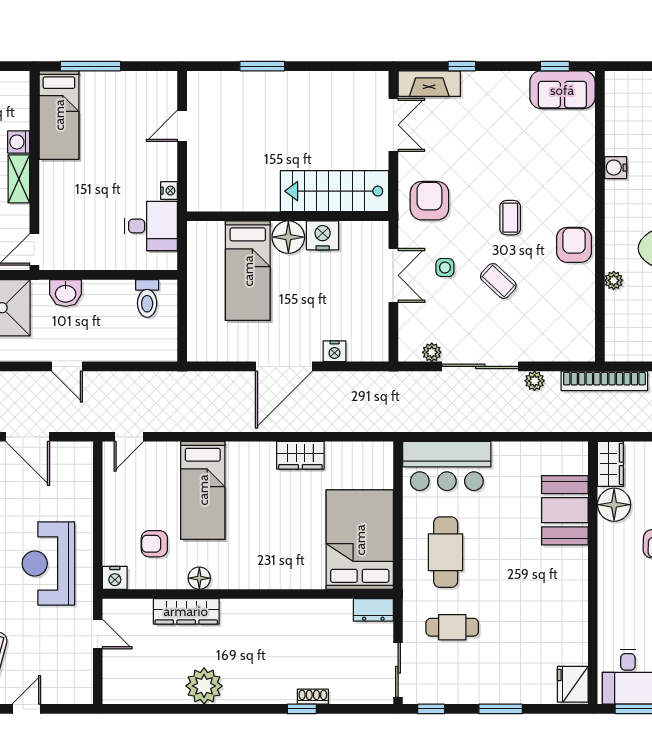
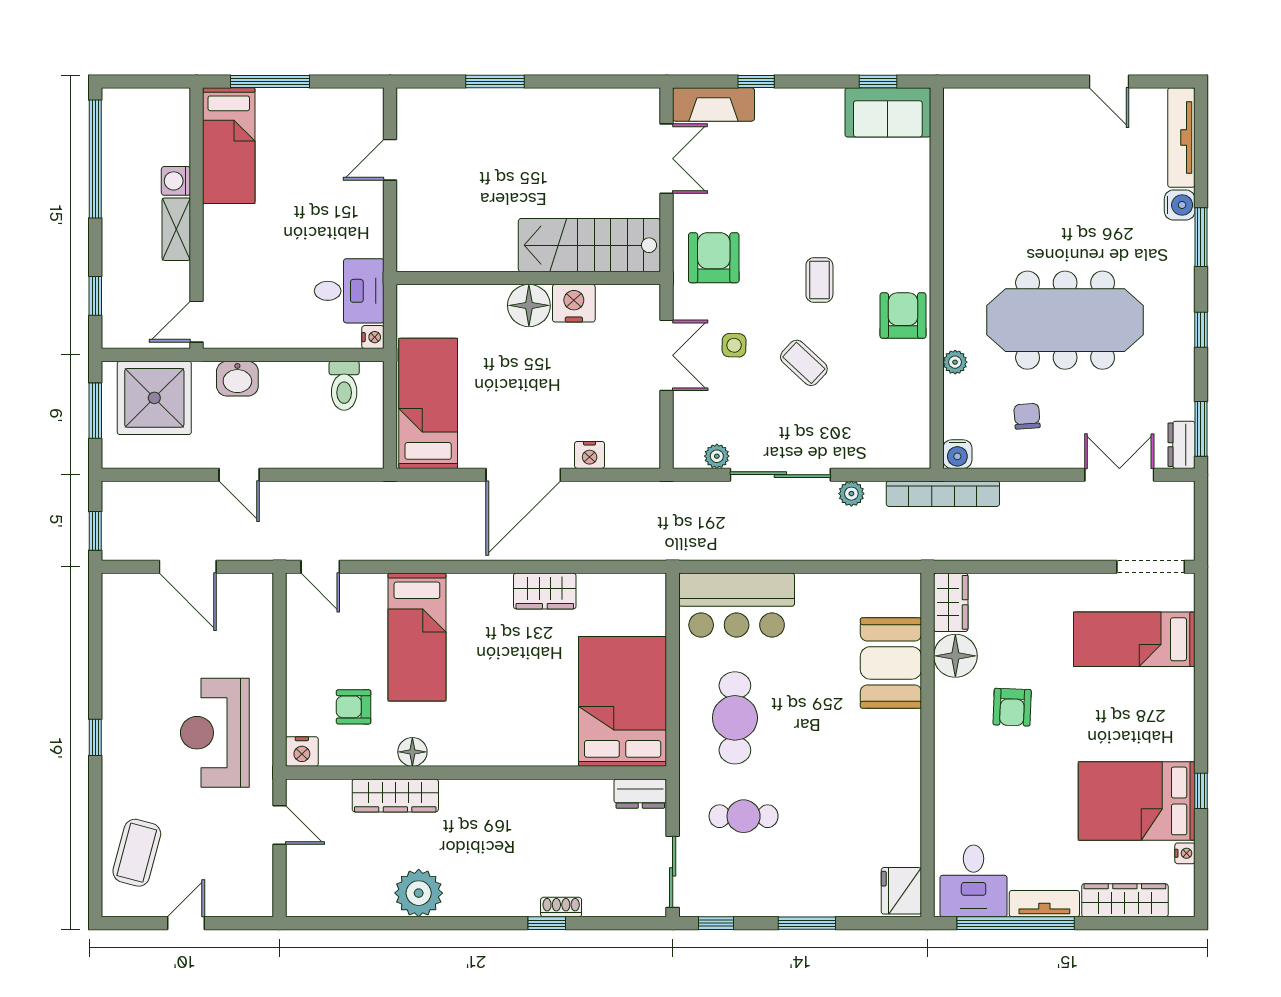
water cooler: (616, 168) -> (957, 454), moved, turned -90
nightstand: (169, 191) -> (373, 337), moved
bed: (248, 271) -> (428, 403), moved, turned 180
door: (129, 437) -> (320, 567), hinge flipped

